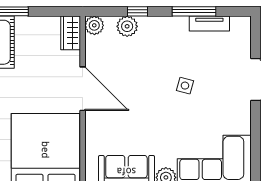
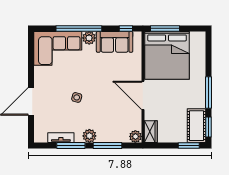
window: (137, 11) -> (107, 145), width x2.17
plant: (127, 26) -> (89, 136), moved

